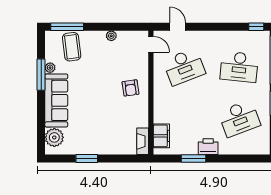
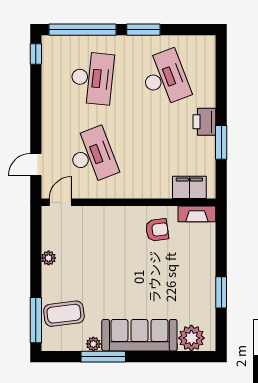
armchair: (130, 88) -> (157, 230), moved

